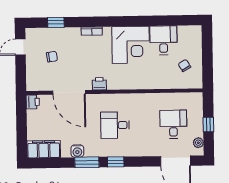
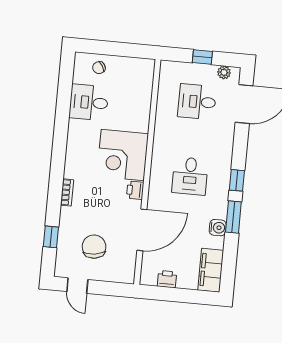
corner desk: (131, 45) -> (123, 155), moved, turned 180
chair: (52, 57) -> (94, 247), width x1.87, depth x1.87
chair: (184, 65) -> (99, 68), moved
printer: (33, 102) -> (167, 279), moved

